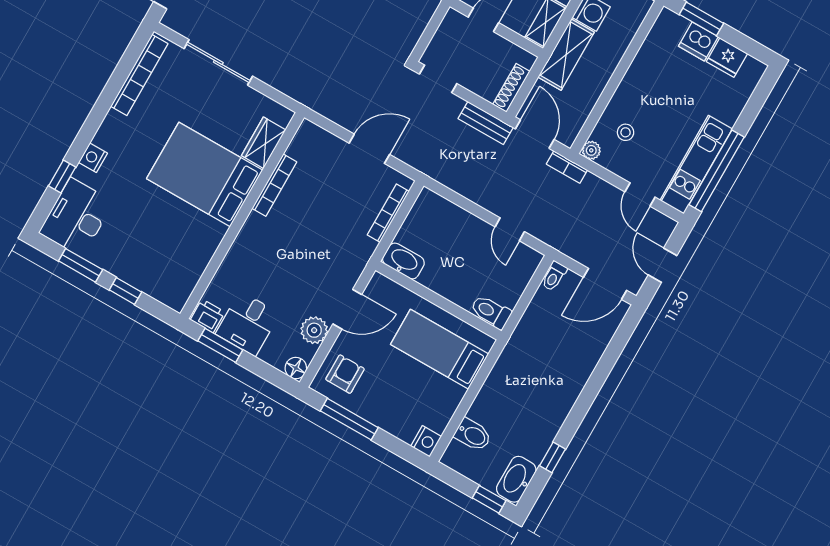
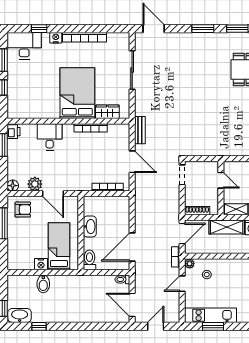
bookcase: (139, 75) -> (85, 37), moved
bench: (486, 123) -> (140, 130), moved
window: (717, 171) -> (213, 326), width x0.47
door: (640, 194) -> (182, 284), moved
door: (510, 229) -> (132, 247), width x1.88
washbasin: (403, 261) -> (90, 226), moved
desk: (248, 324) -> (50, 137), moved, turned 90
bidet: (473, 435) -> (43, 284), moved
nightstand: (426, 441) -> (41, 264), moved

